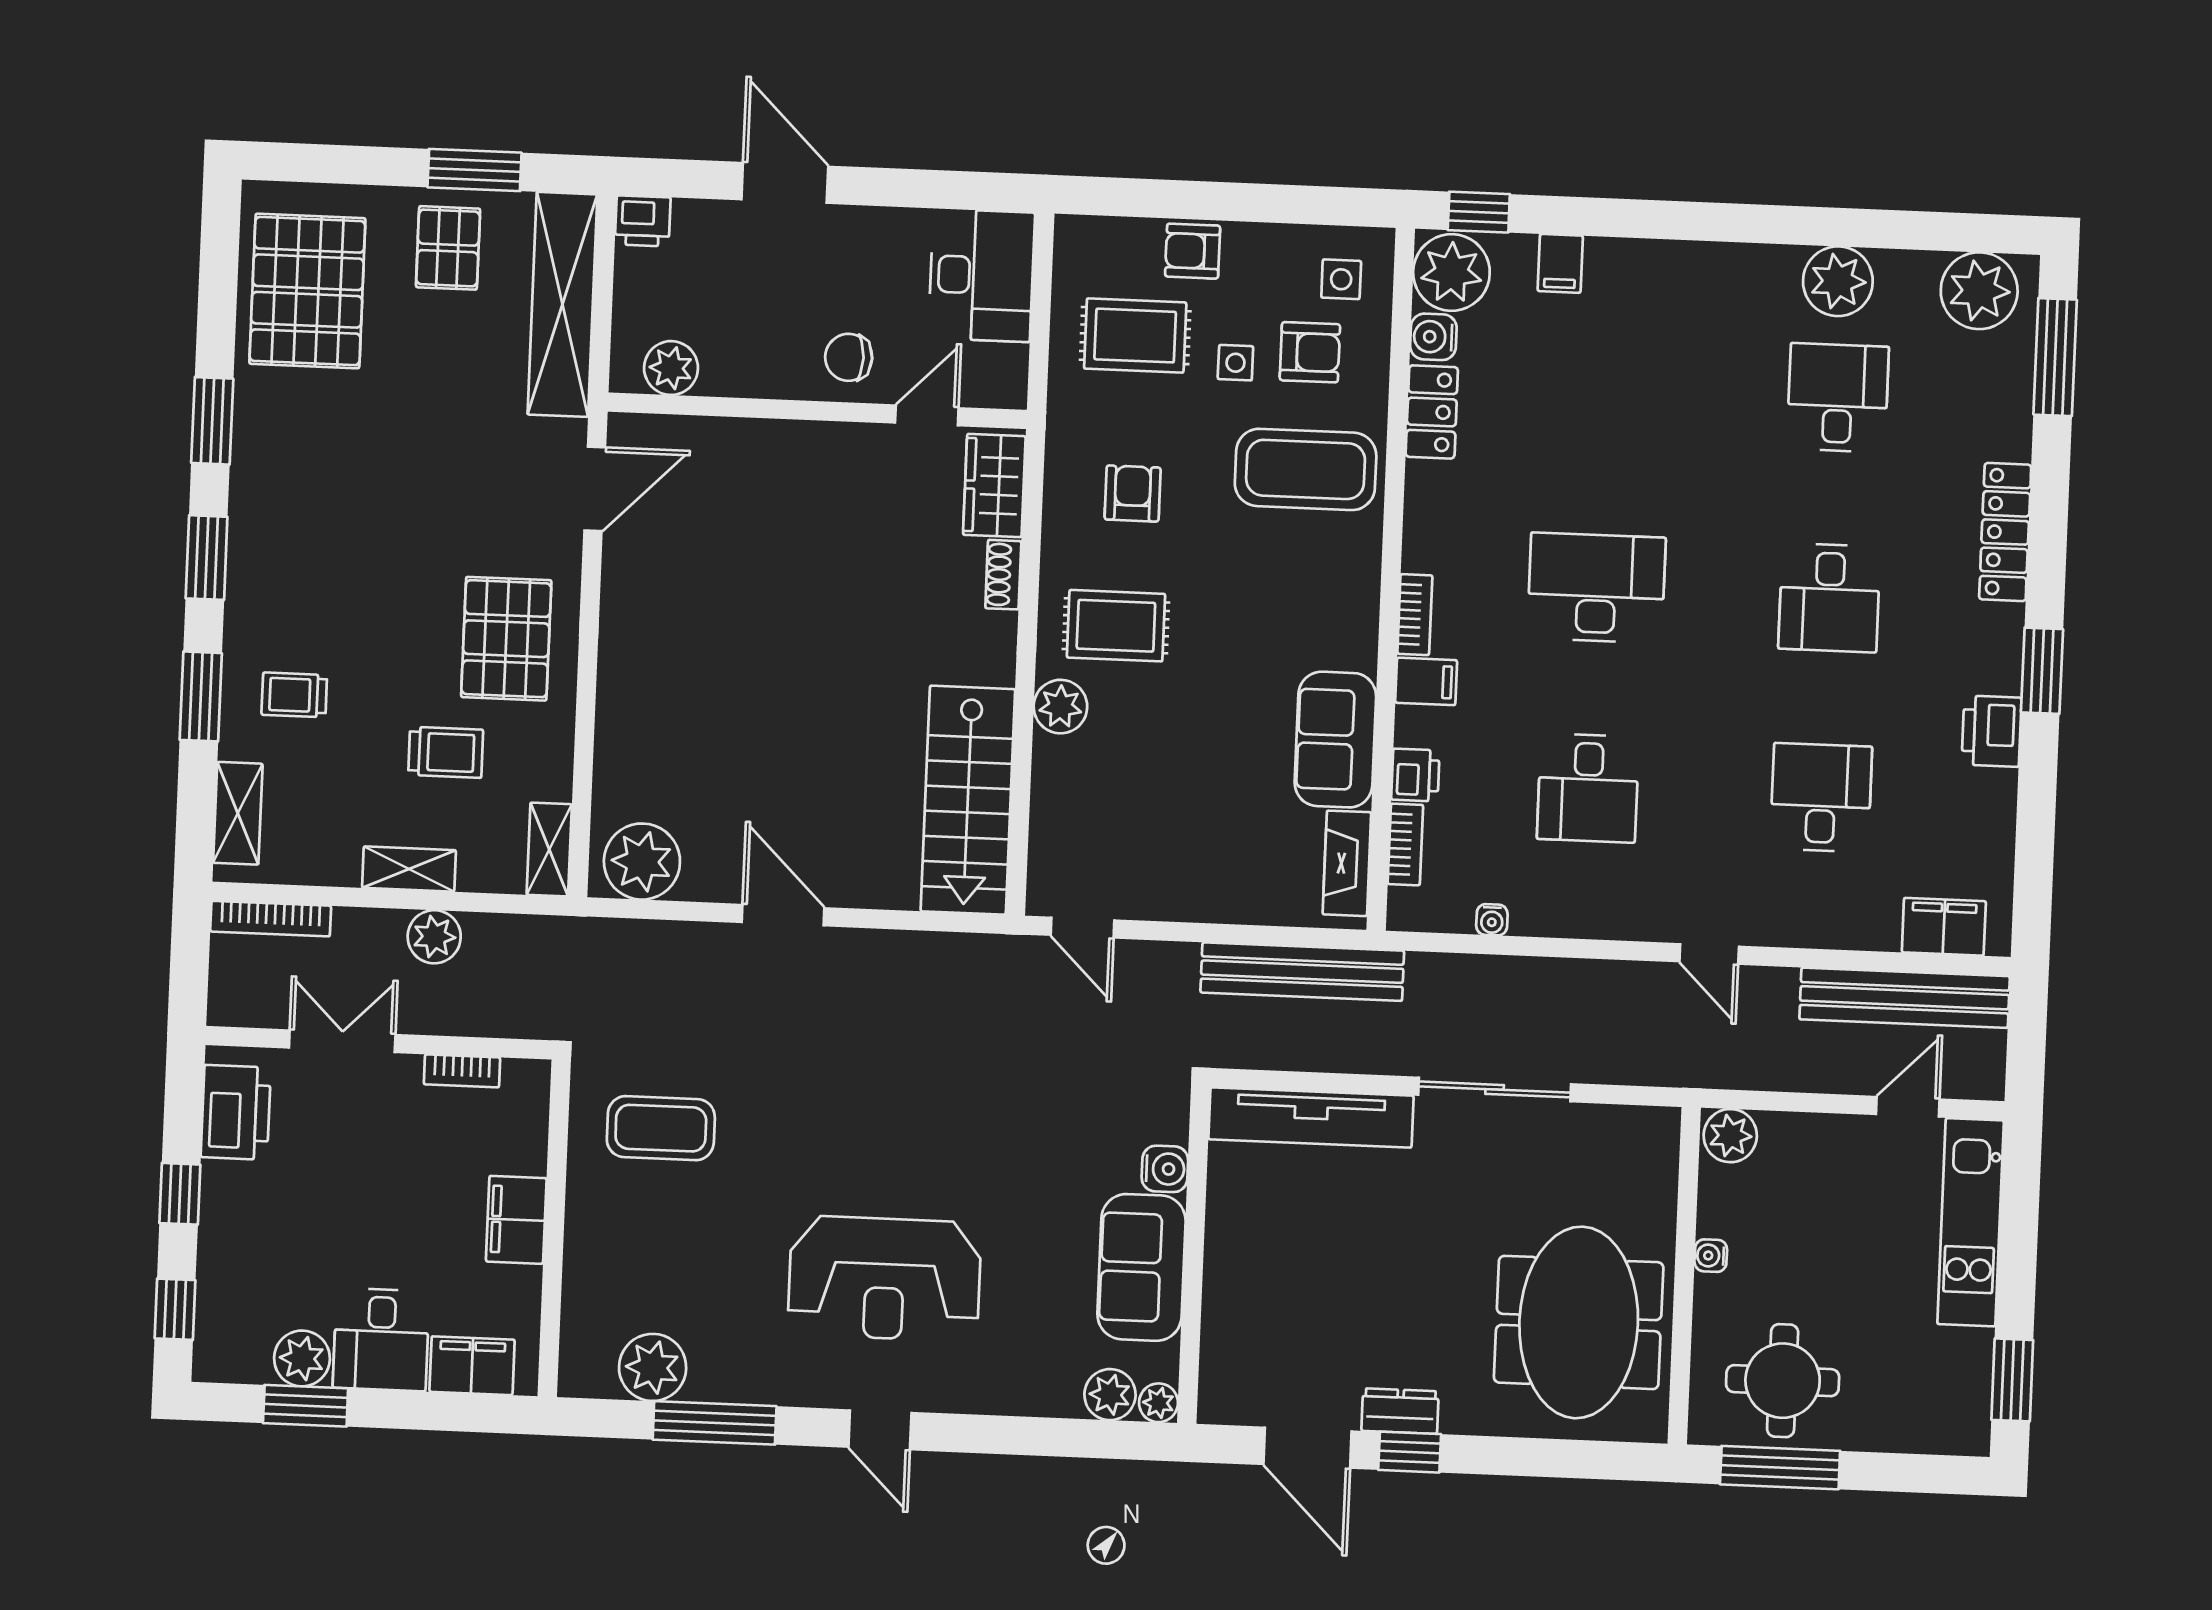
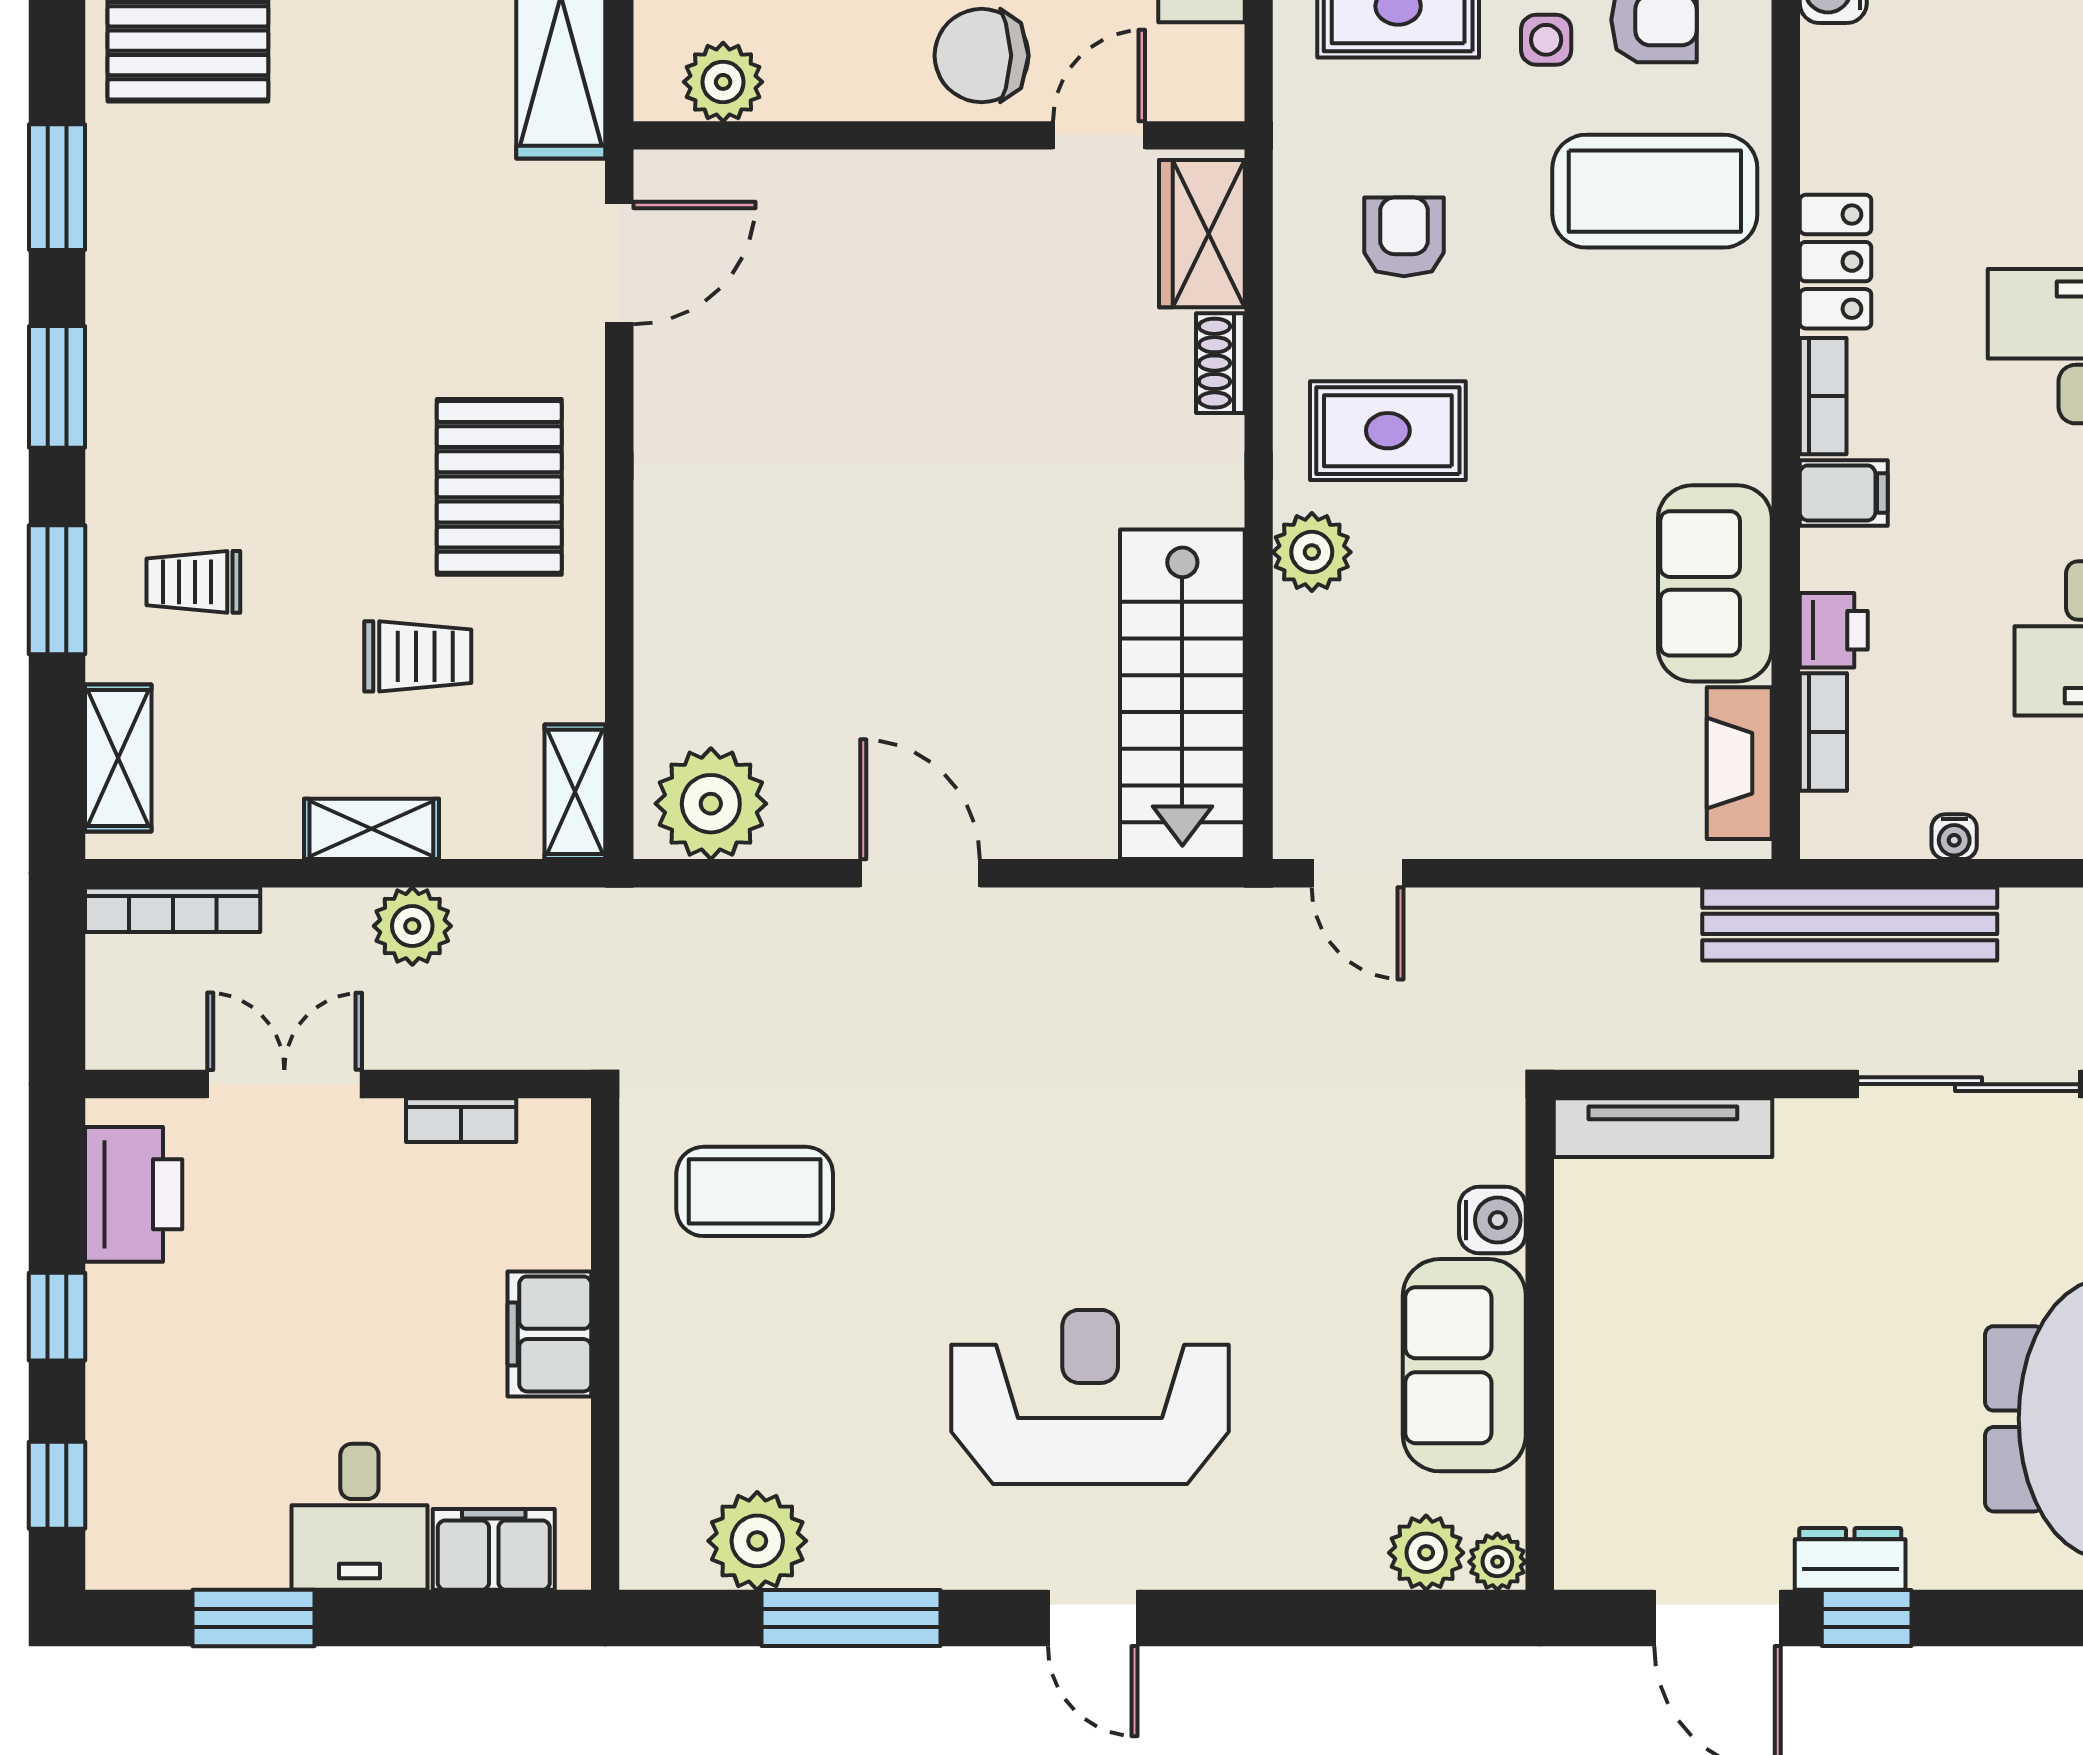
chair: (849, 357) -> (982, 56), width x1.37, depth x1.37
locker: (1432, 412) -> (1835, 262), moved
bench: (1302, 972) -> (1850, 924), moved
tv unit: (1311, 1117) -> (1663, 1128), width x0.73, depth x0.78
reception desk: (884, 1278) -> (1090, 1397), turned 180
plant: (302, 1358) -> (245, 1549), removed

